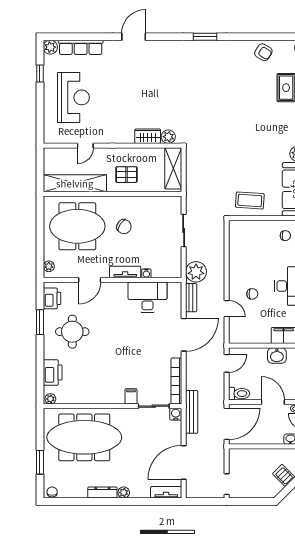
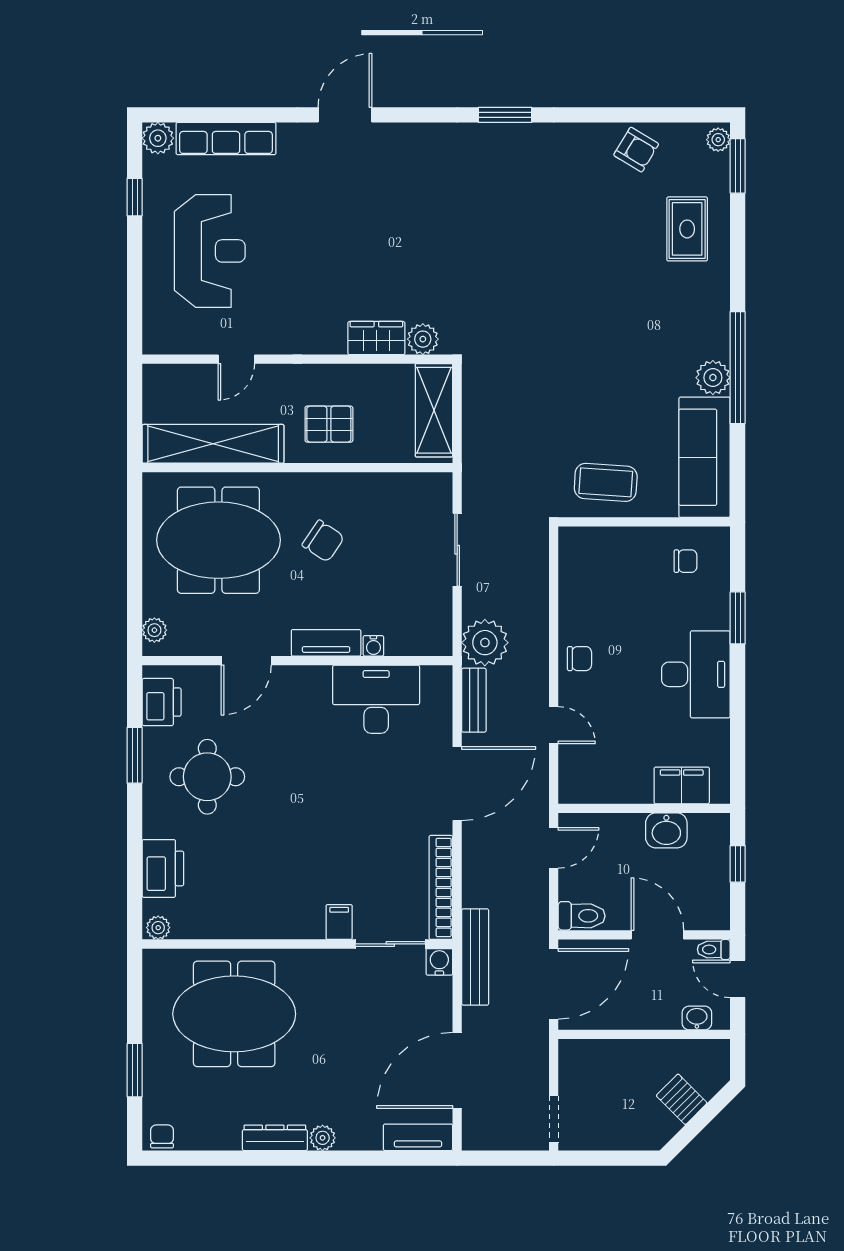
chair: (252, 294) -> (579, 659), moved
meeting table: (84, 437) -> (234, 1014), width x0.73

